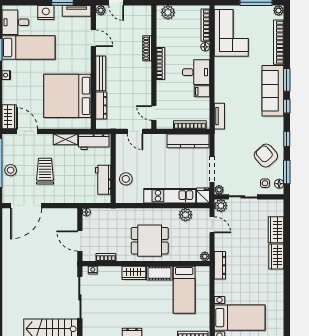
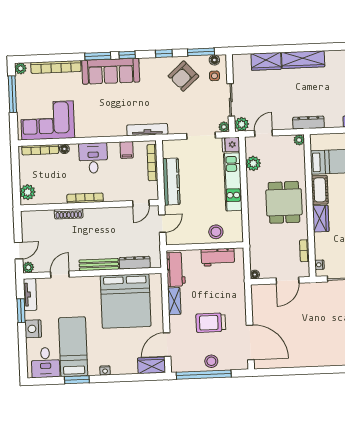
filing cabinet: (202, 91) -> (127, 150), moved
tv unit: (219, 116) -> (147, 130), width x1.41
kitchen counter: (188, 141) -> (171, 182), moved
wardrobe: (276, 257) -> (303, 60), width x1.50

